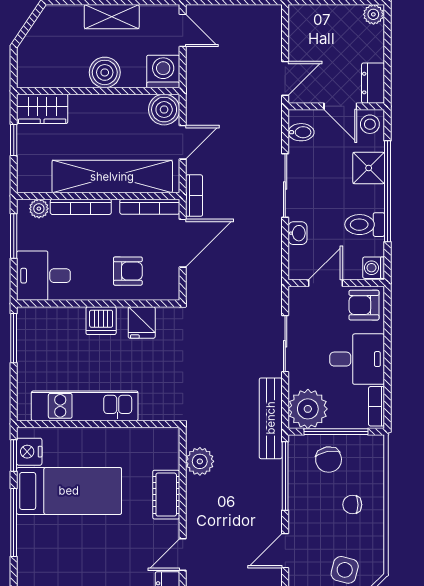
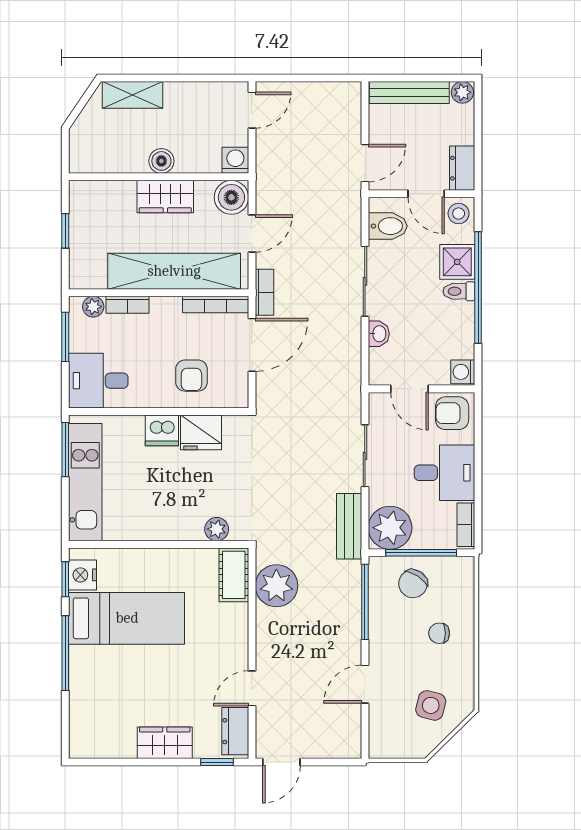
bench: (325, 15) -> (409, 92), added
shelving: (112, 17) -> (133, 95), moved
door: (183, 30) -> (252, 110), hinge flipped
washing machine: (163, 71) -> (235, 160), width x0.73, depth x0.73
boiler: (105, 72) -> (161, 161), width x0.73, depth x0.73
wardrobe: (42, 109) -> (165, 197), moved
bidet: (301, 132) -> (388, 226), width x1.38, depth x1.36
bookcase: (81, 207) -> (127, 305), width x0.64
toilet: (365, 225) -> (459, 291), moved, width x0.73, depth x0.72
armchair: (128, 271) -> (191, 376), turned 90
door: (325, 283) -> (410, 389), swing flipped
fridge: (142, 323) -> (201, 432), width x1.38
kitchen unit: (85, 406) -> (85, 482), moved, turned 90
plant: (151, 410) -> (217, 529), added
bench: (271, 418) -> (349, 526), width x0.73
chair: (329, 460) -> (413, 584), turned 43
plant: (200, 461) -> (276, 586), width x1.36, depth x1.36
cot: (166, 495) -> (234, 575), moved

